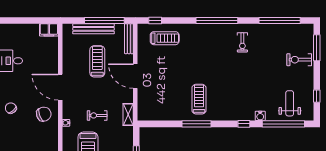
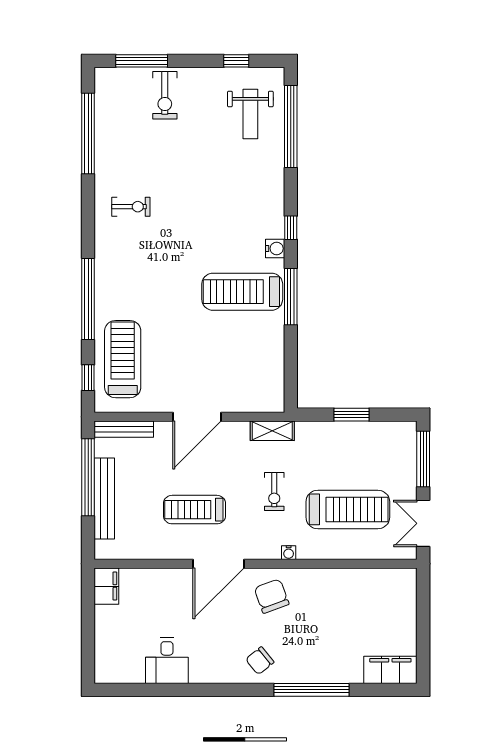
window: (217, 21) -> (88, 299), moved
treadmill: (165, 38) -> (123, 359), width x1.37, depth x1.38
treadmill: (97, 61) -> (194, 510), moved
treadmill: (199, 99) -> (242, 292), width x1.37, depth x1.38
weight bench: (290, 103) -> (250, 114), turned -90
water cooler: (260, 116) -> (275, 248), moved
window: (244, 124) -> (291, 228), moved

